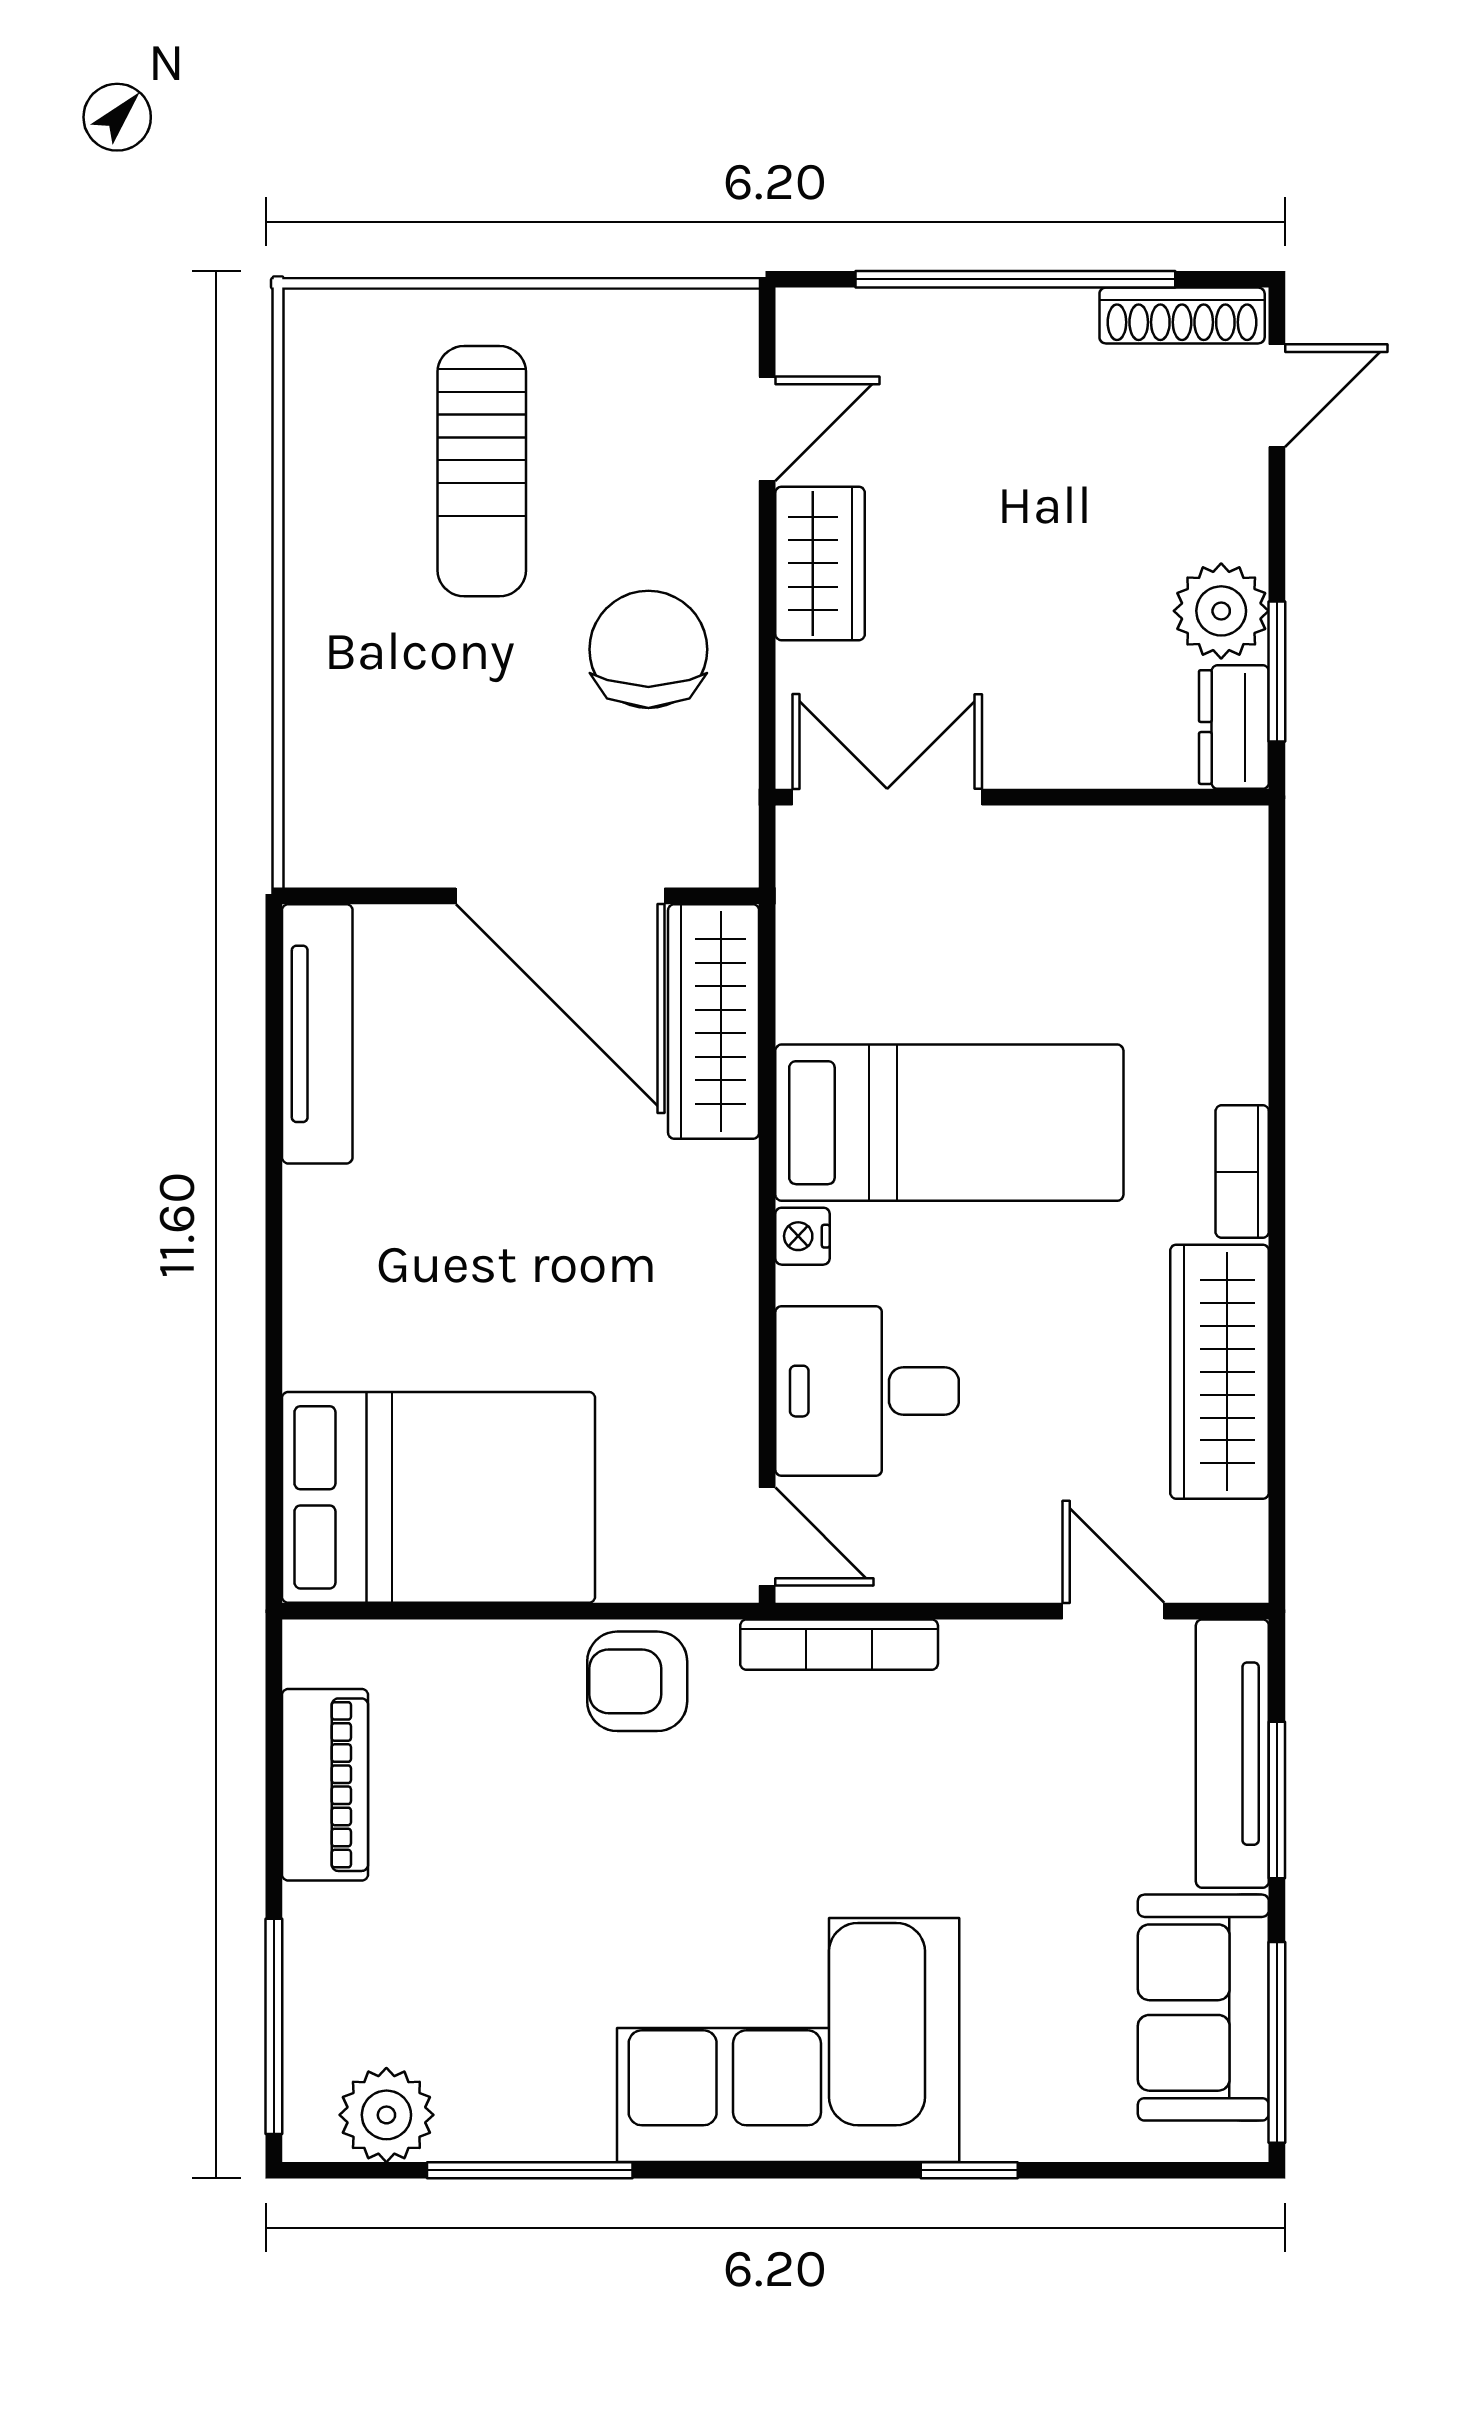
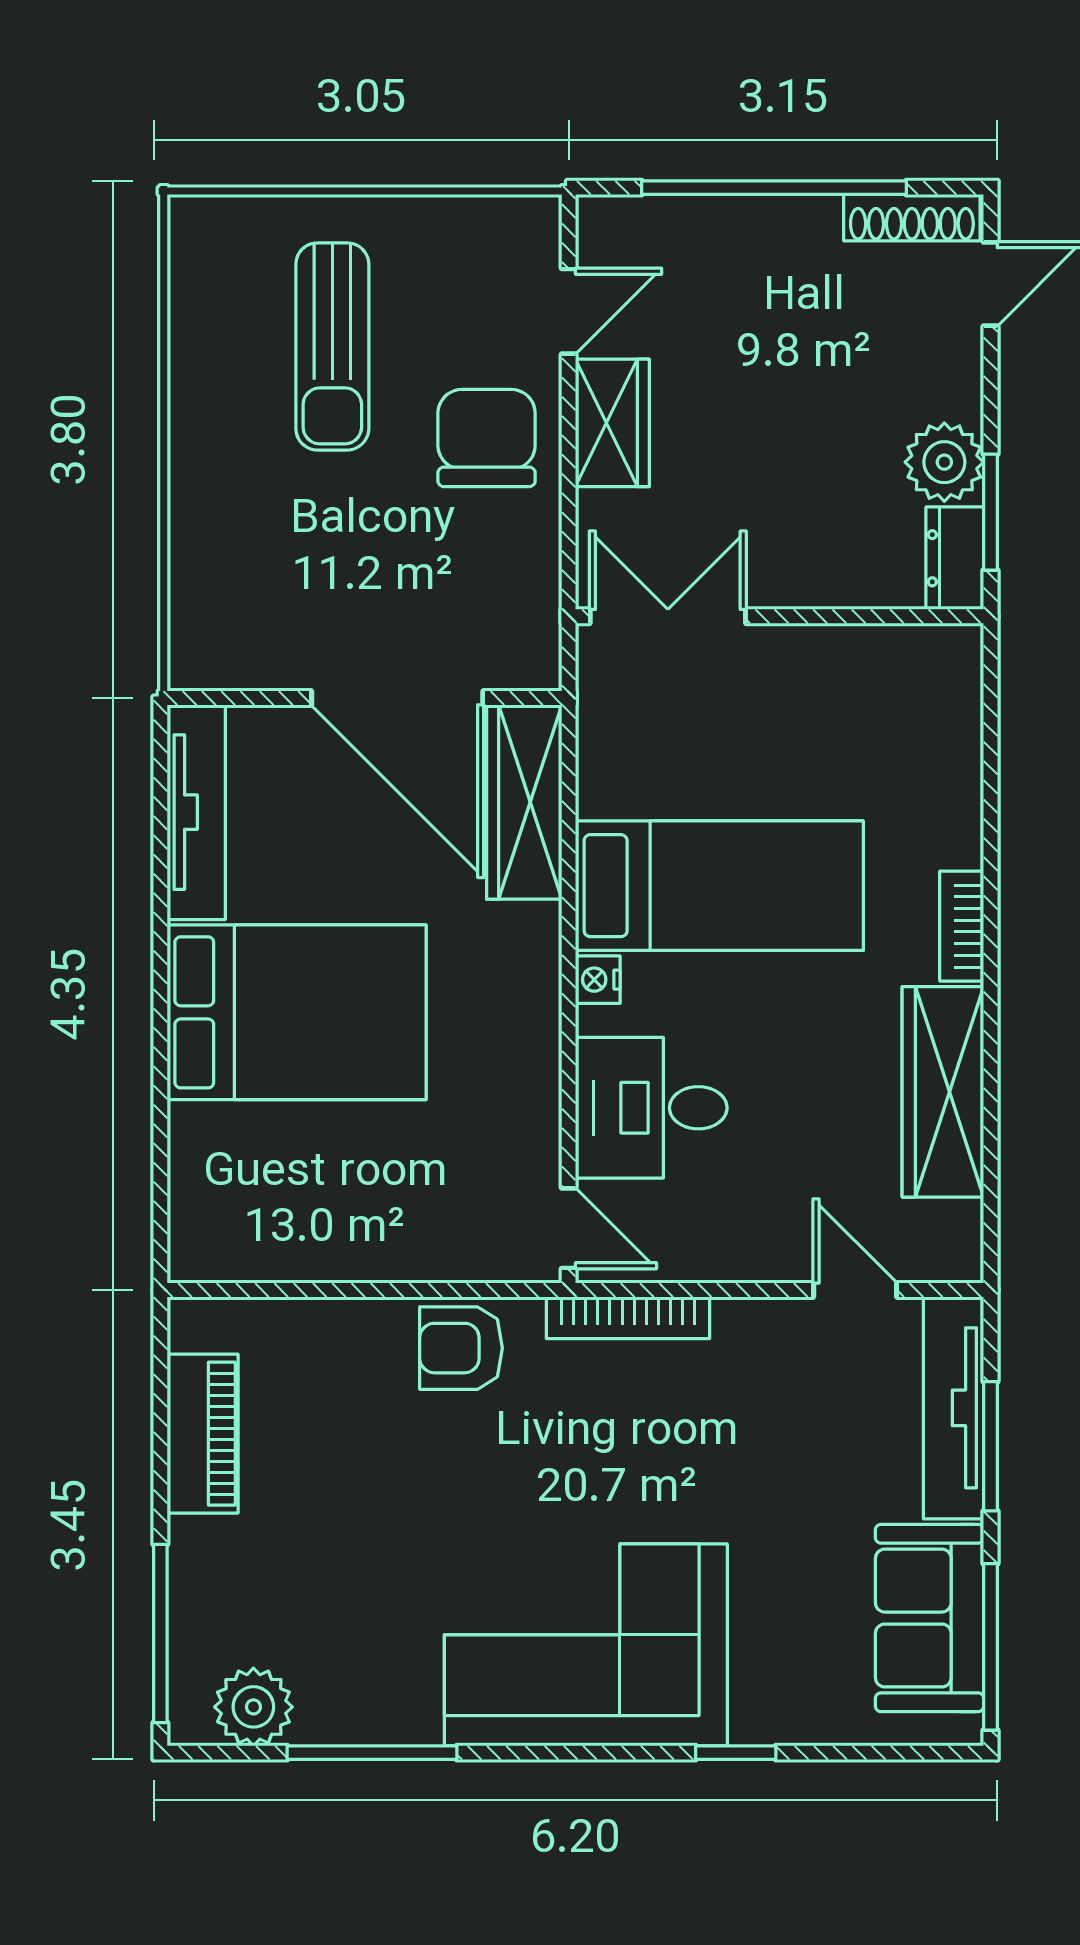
chair: (648, 649) -> (487, 438), moved
bed: (439, 1497) -> (297, 1012), moved

